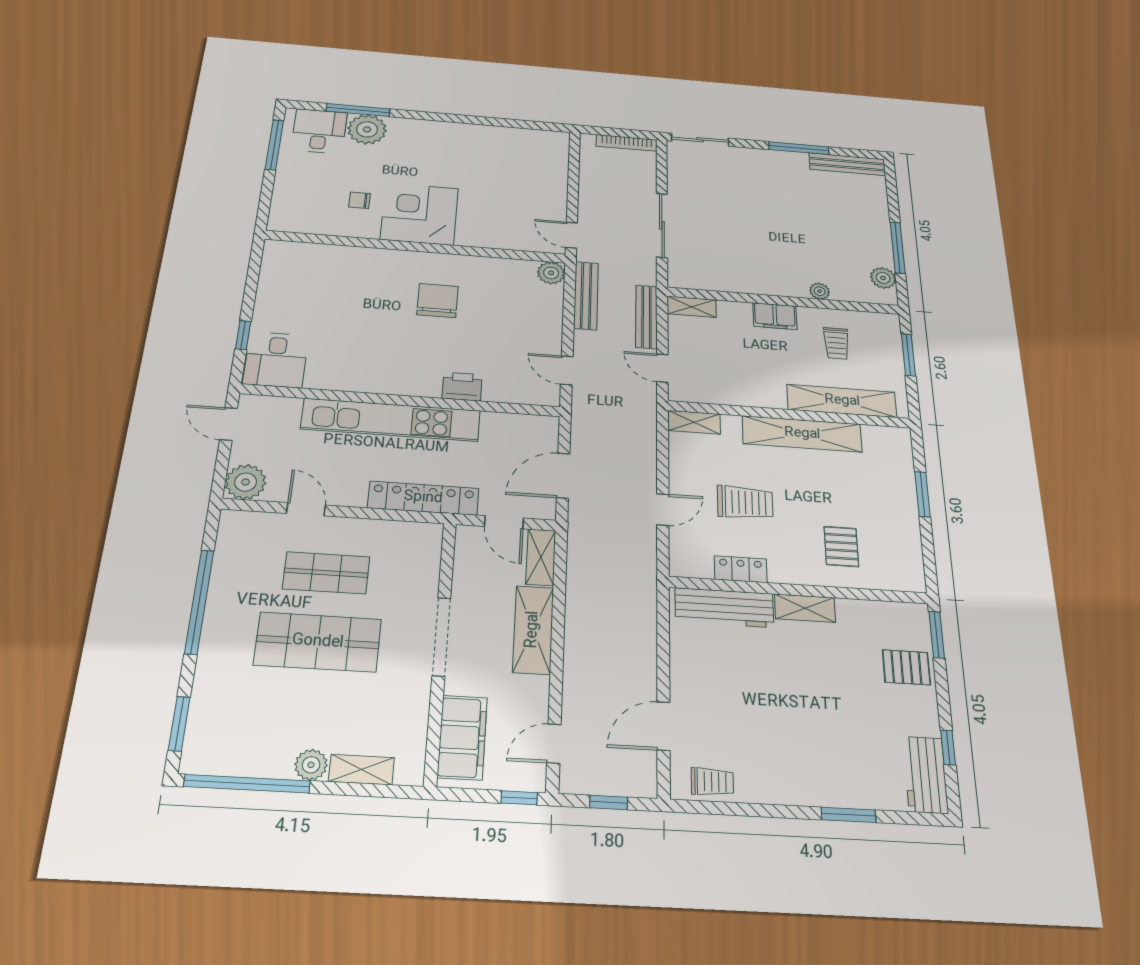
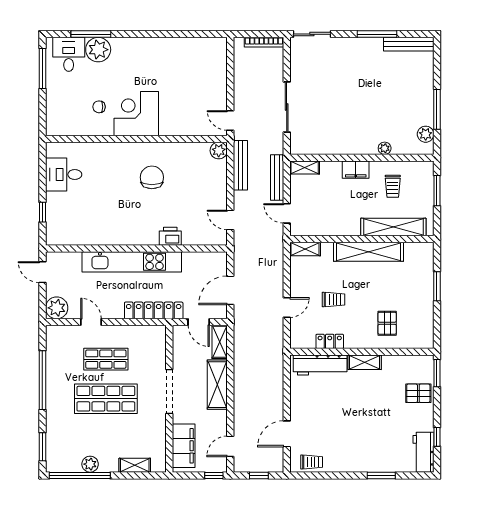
desk: (276, 360) -> (64, 175), moved, turned 90
trolley: (745, 502) -> (333, 300), width x0.73, depth x0.72
plant: (311, 765) -> (90, 464), moved

